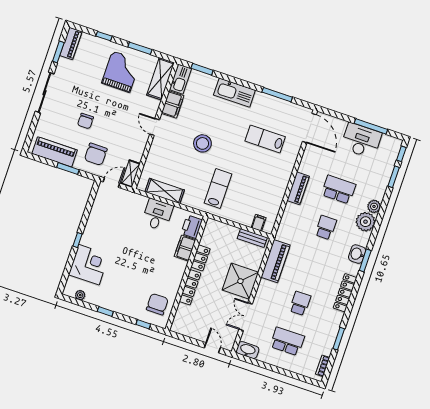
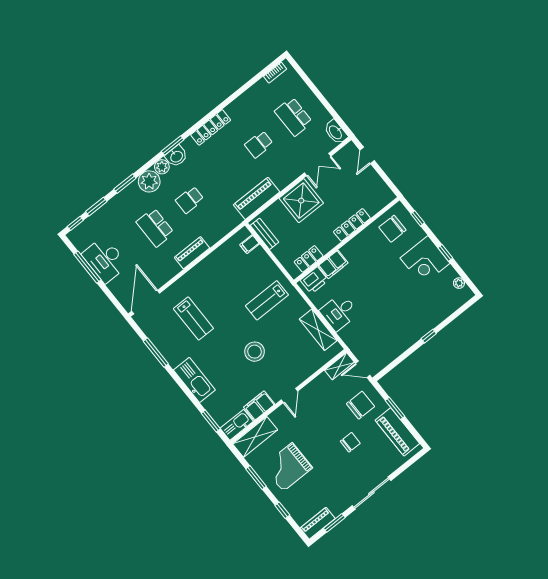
plant: (374, 206) -> (162, 167), moved
locker: (200, 258) -> (309, 259), moved
corner desk: (89, 265) -> (425, 261), moved, turned -90
window: (339, 339) -> (125, 184), moved

